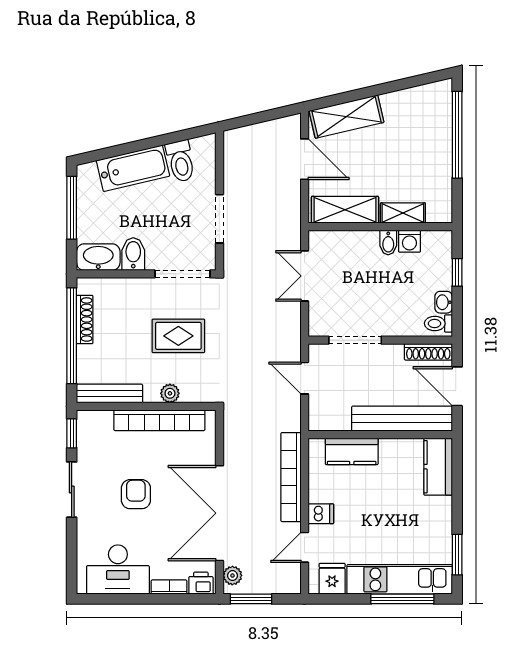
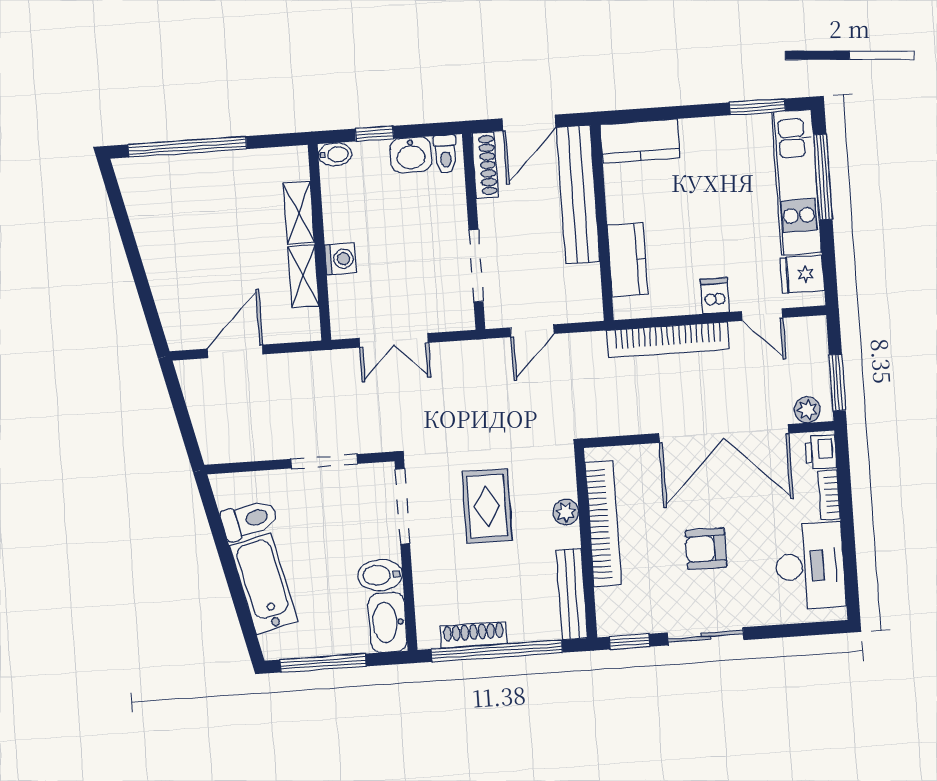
shelving: (346, 117) -> (173, 299), removed
shelving: (345, 210) -> (303, 276), width x0.67, depth x0.75
washing machine: (409, 241) -> (340, 259), moved
bidet: (388, 243) -> (335, 154), moved
washbasin: (444, 302) -> (411, 155), width x1.38, depth x1.45

